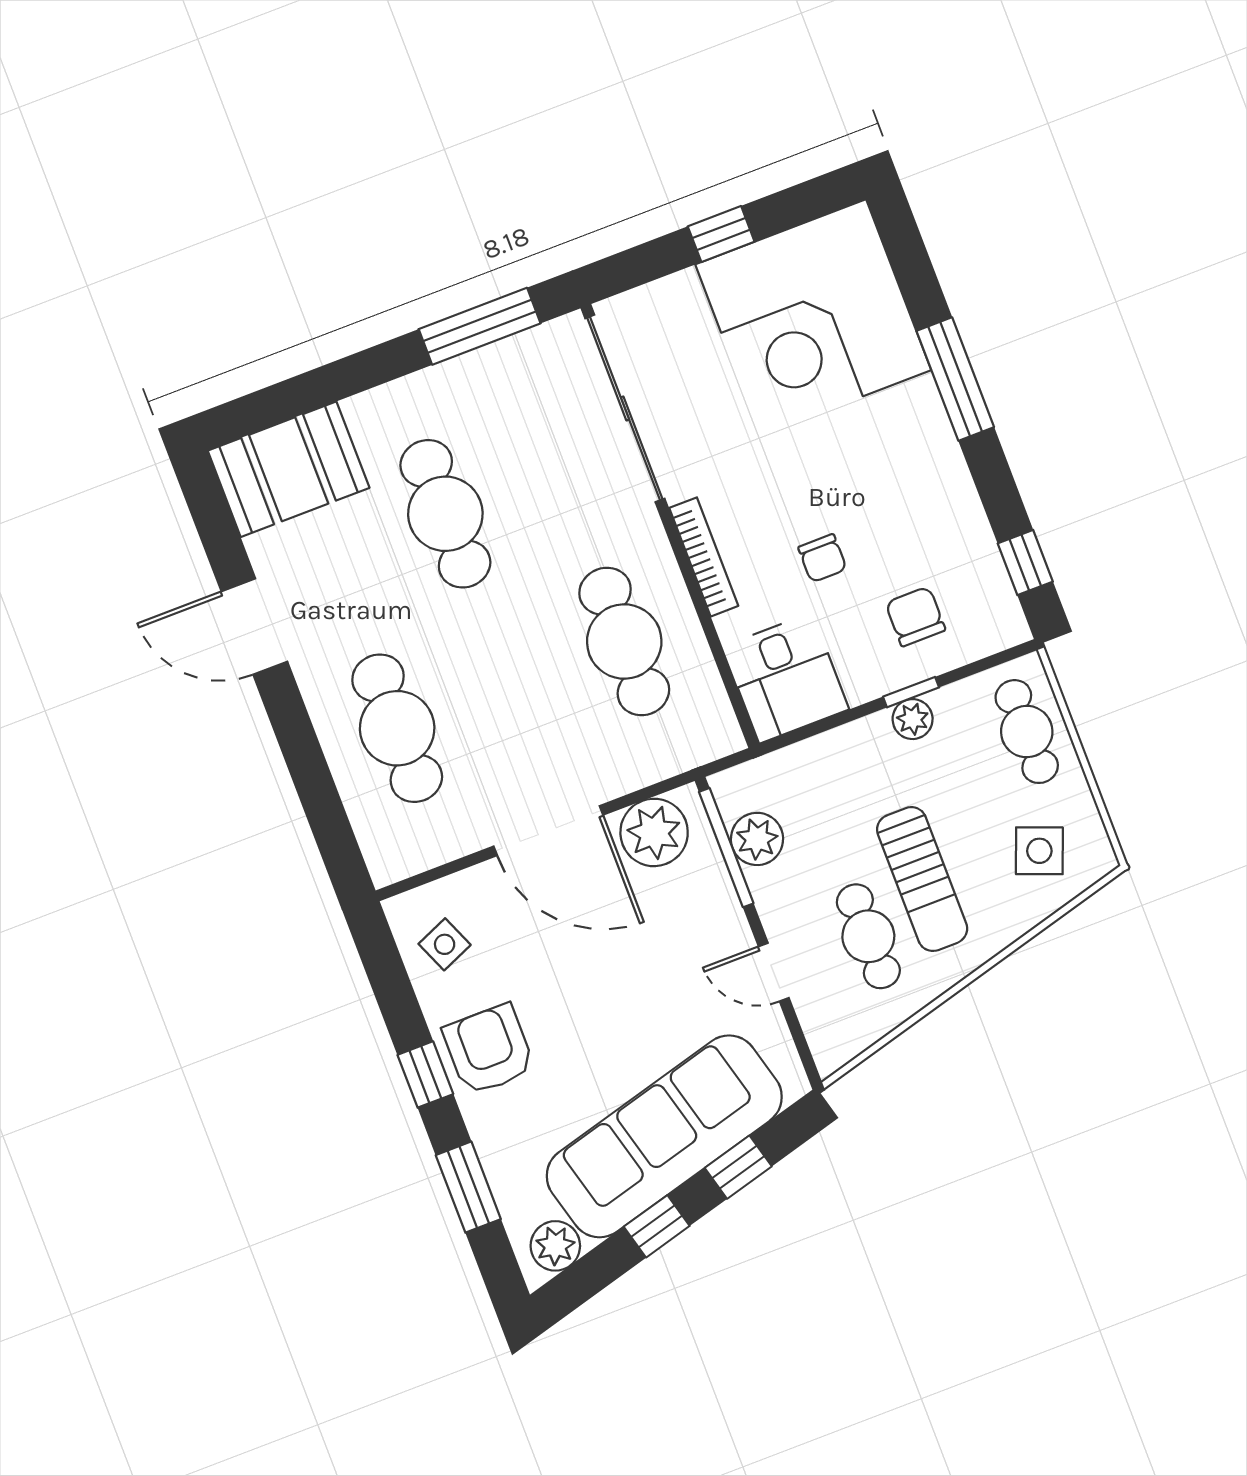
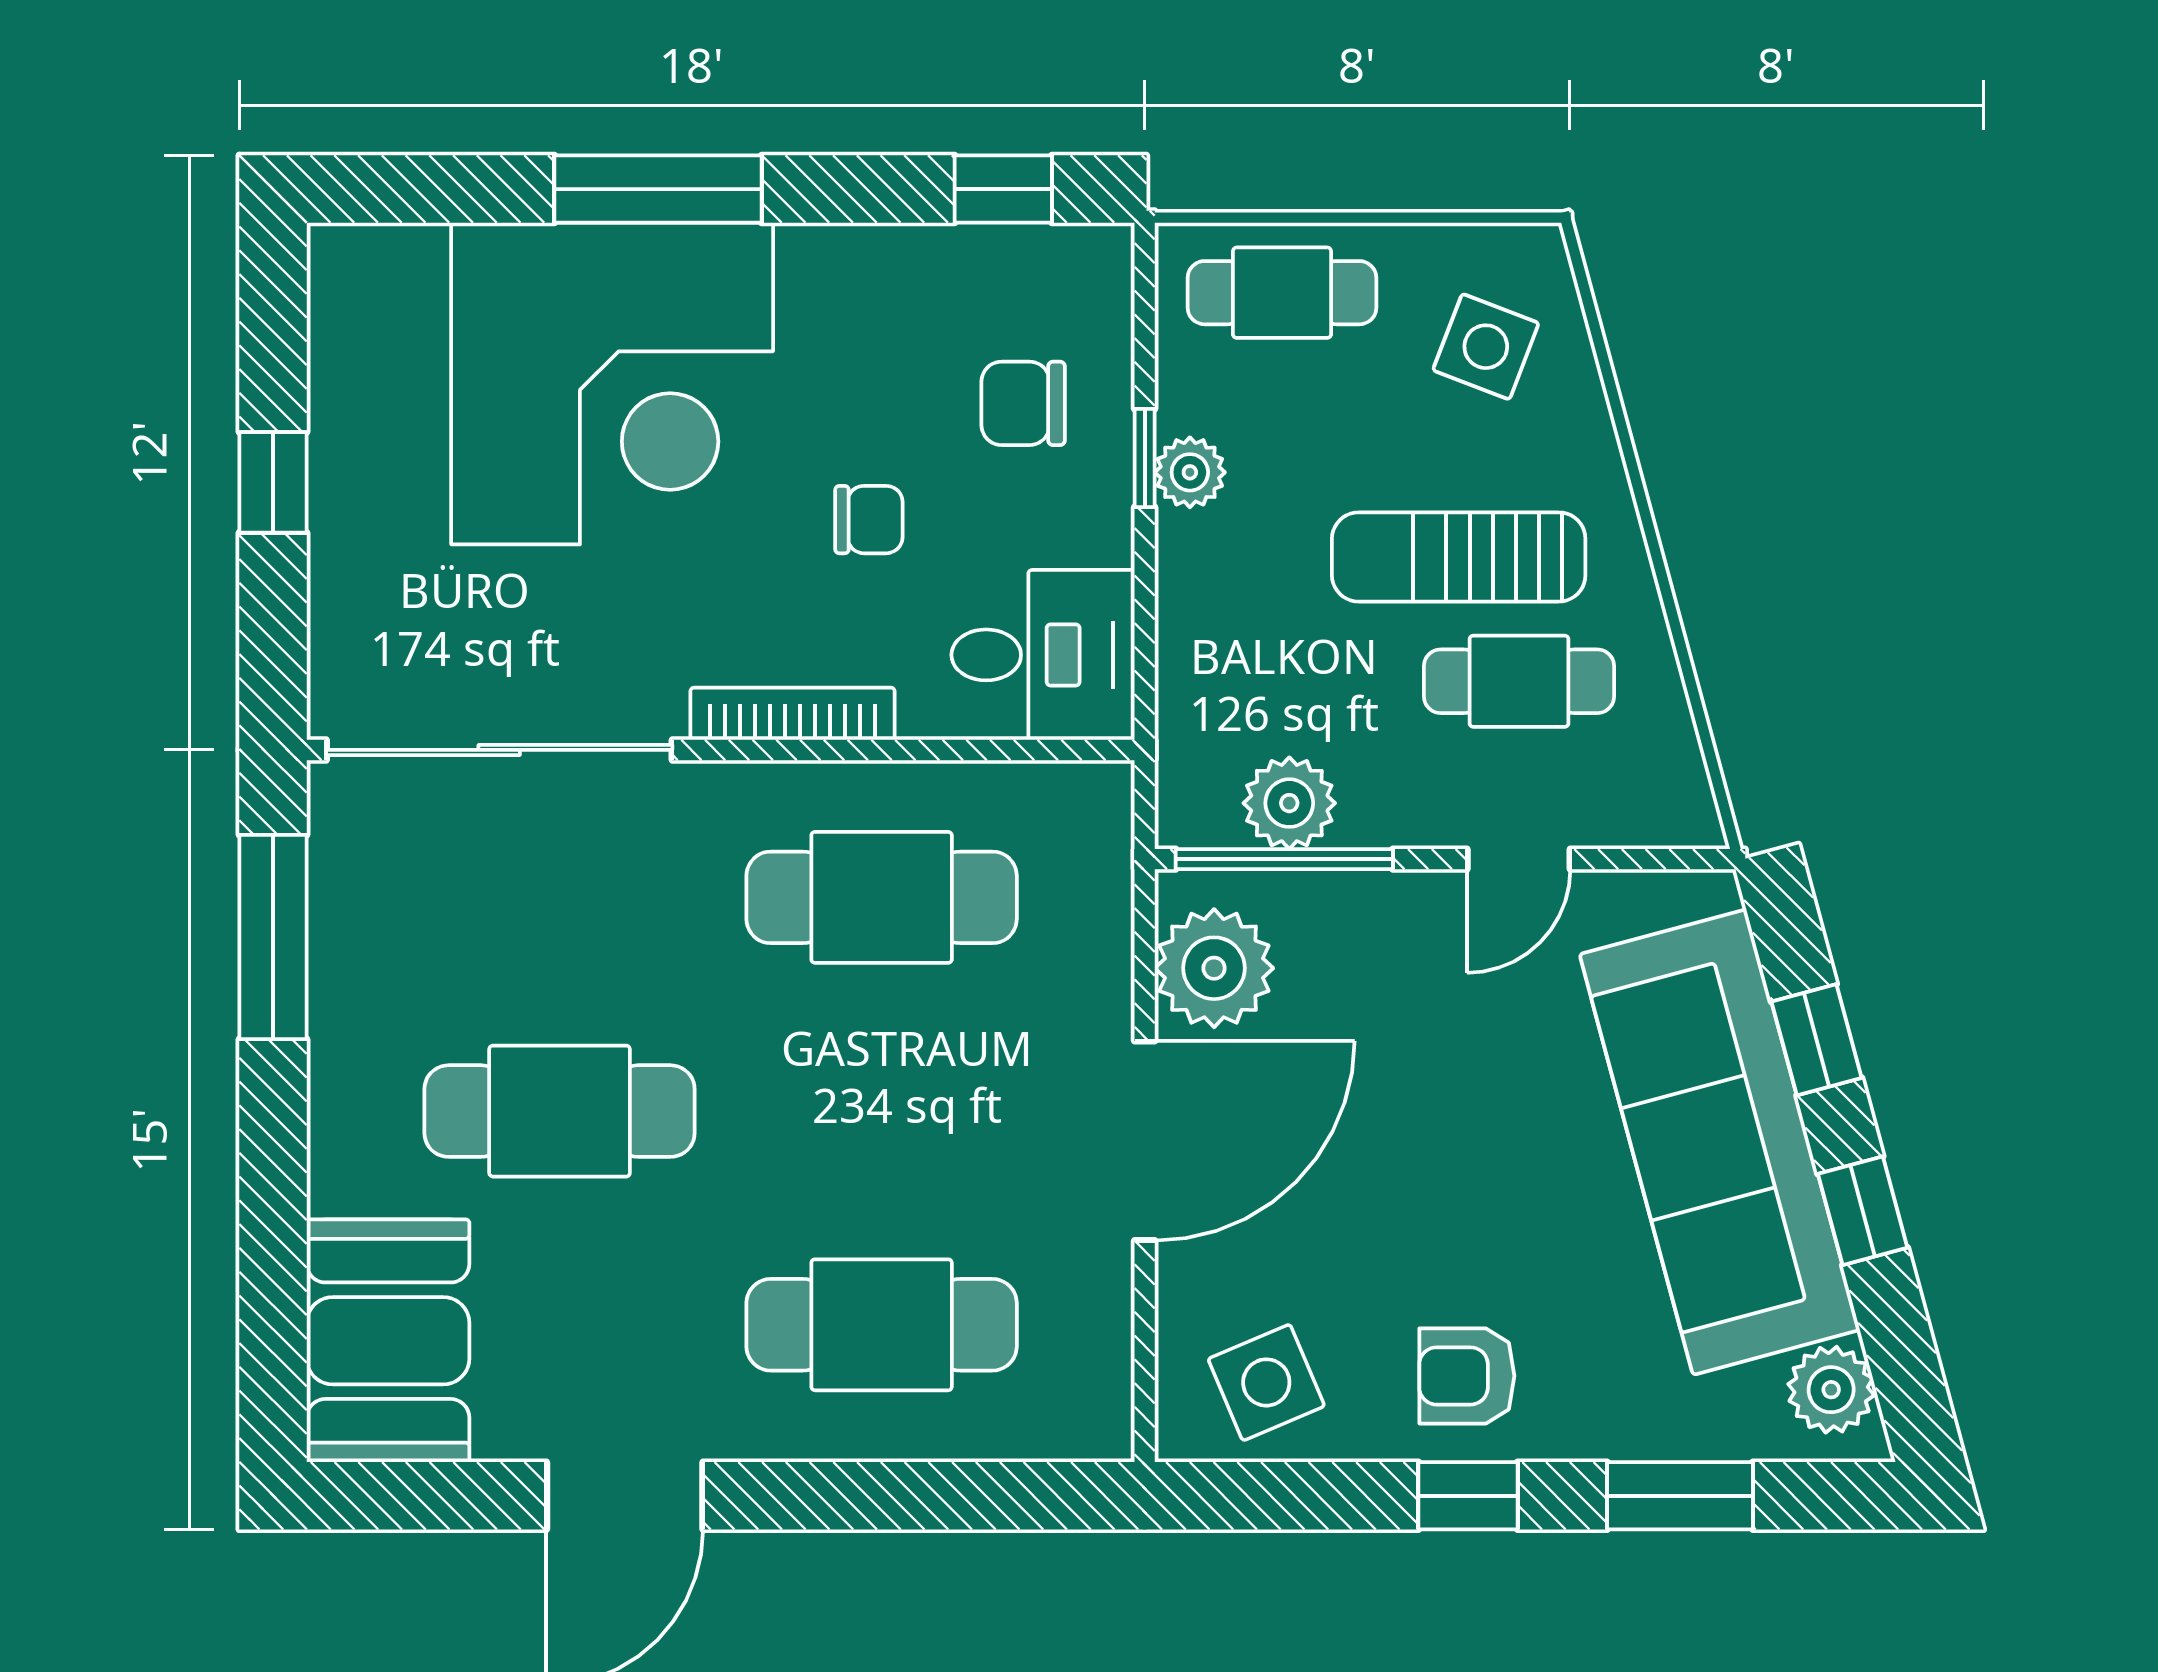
corner desk: (813, 317) -> (612, 384), moved
sun lounger: (922, 879) -> (1459, 557), turned 180
side table: (445, 944) -> (1266, 1382), width x1.37, depth x1.37
armchair: (489, 1050) -> (1467, 1376), width x0.72, depth x0.72

